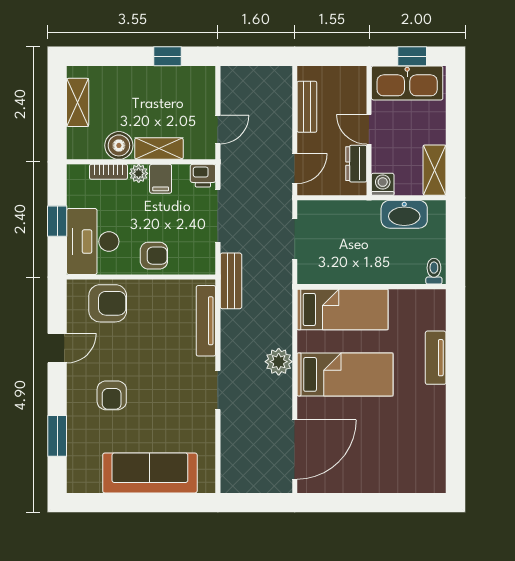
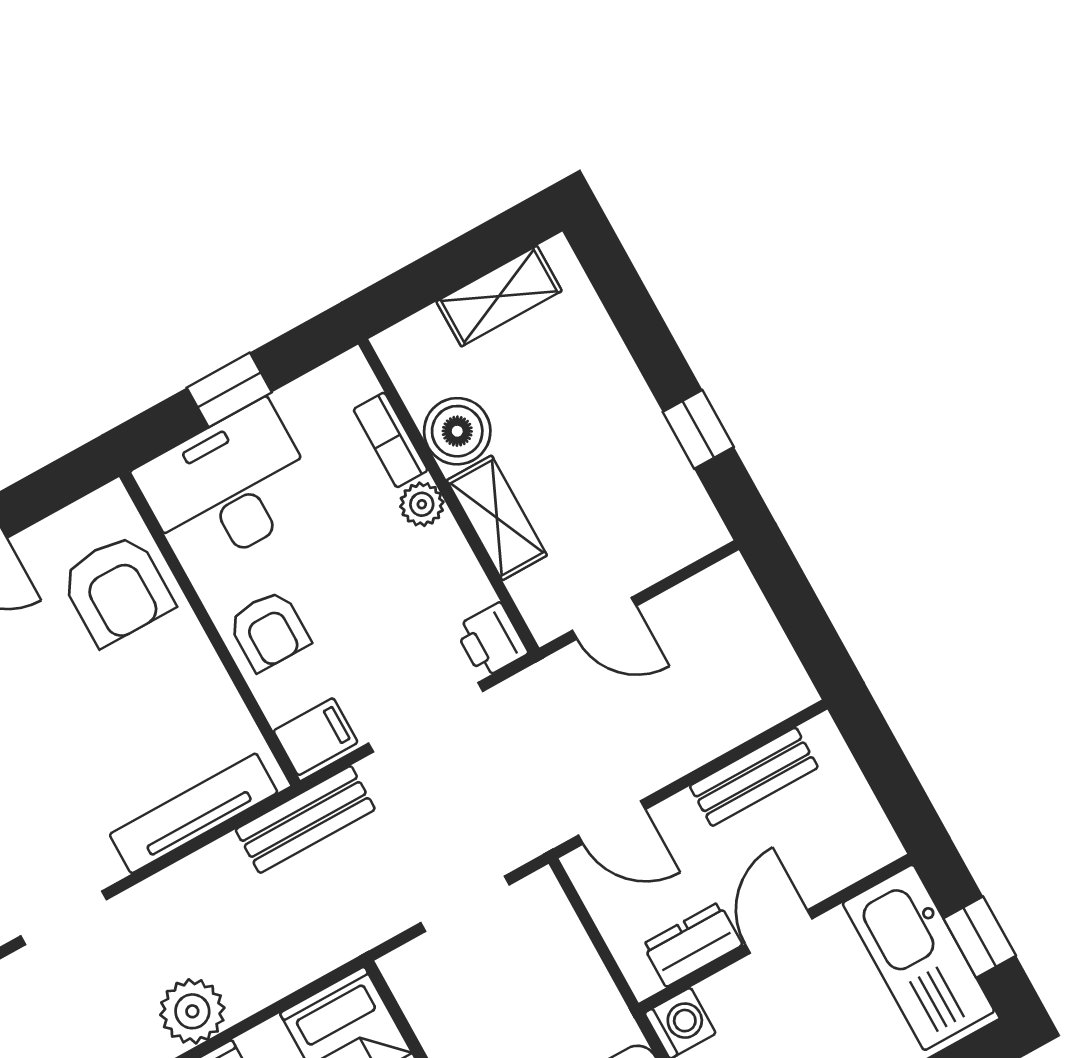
filing cabinet: (161, 179) -> (316, 737), moved, turned 180

